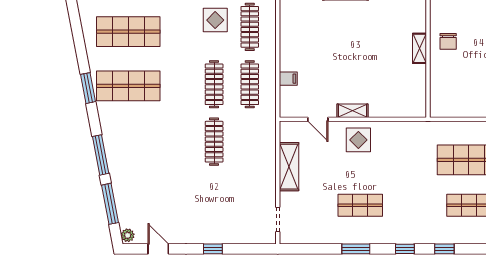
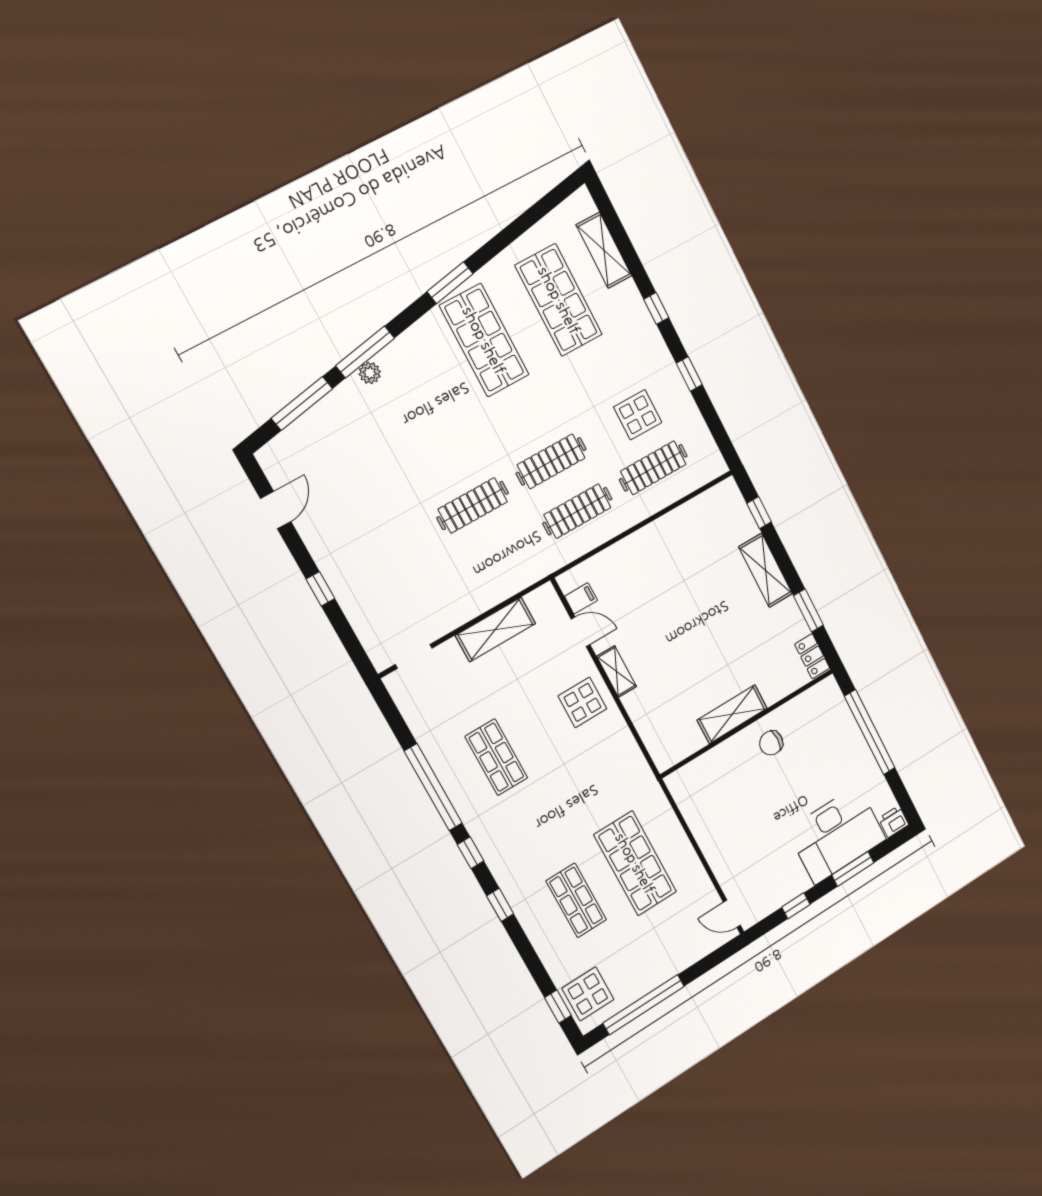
shelving: (420, 48) -> (732, 714), width x1.50, depth x1.33
filing cabinet: (288, 79) -> (581, 598), moved, turned -90
door: (318, 119) -> (581, 632), swing flipped
plant: (128, 235) -> (370, 373), moved
window: (356, 249) -> (433, 787), width x2.11

